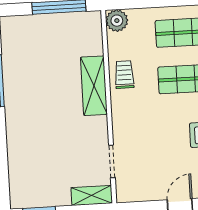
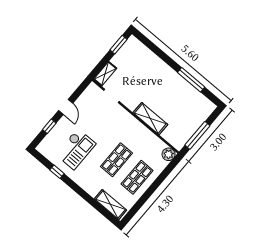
trolley: (124, 75) -> (143, 136), removed

